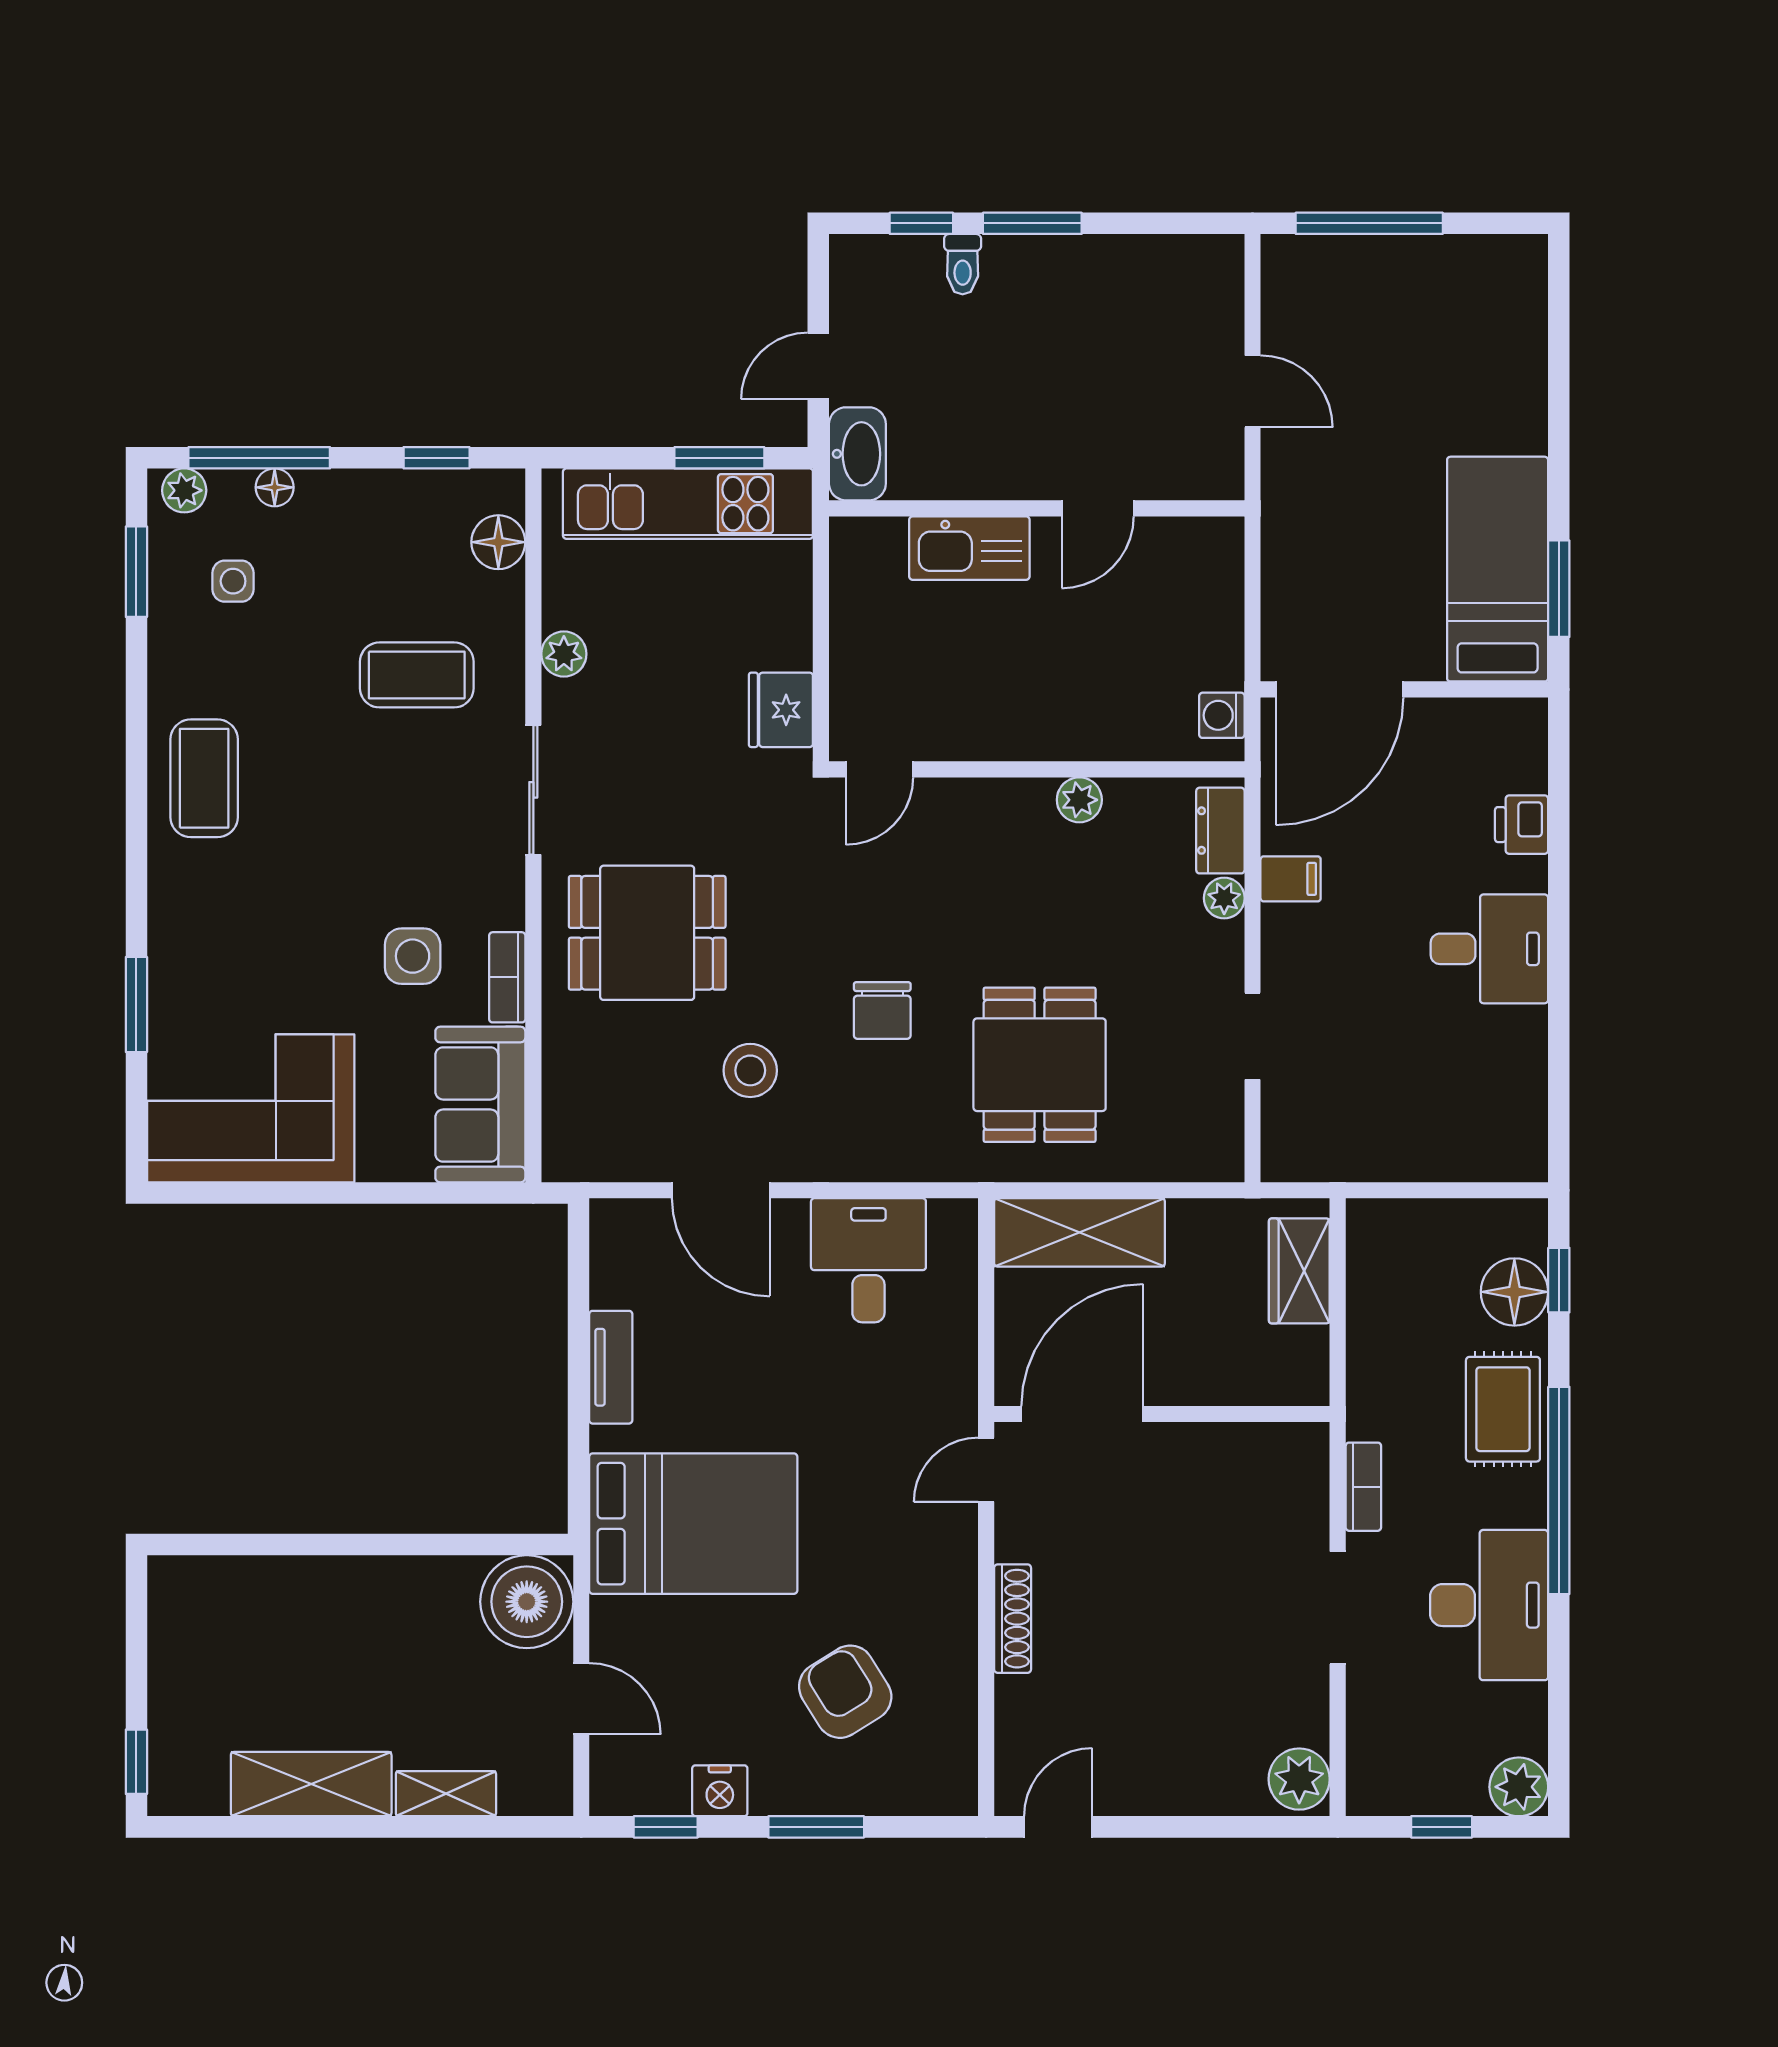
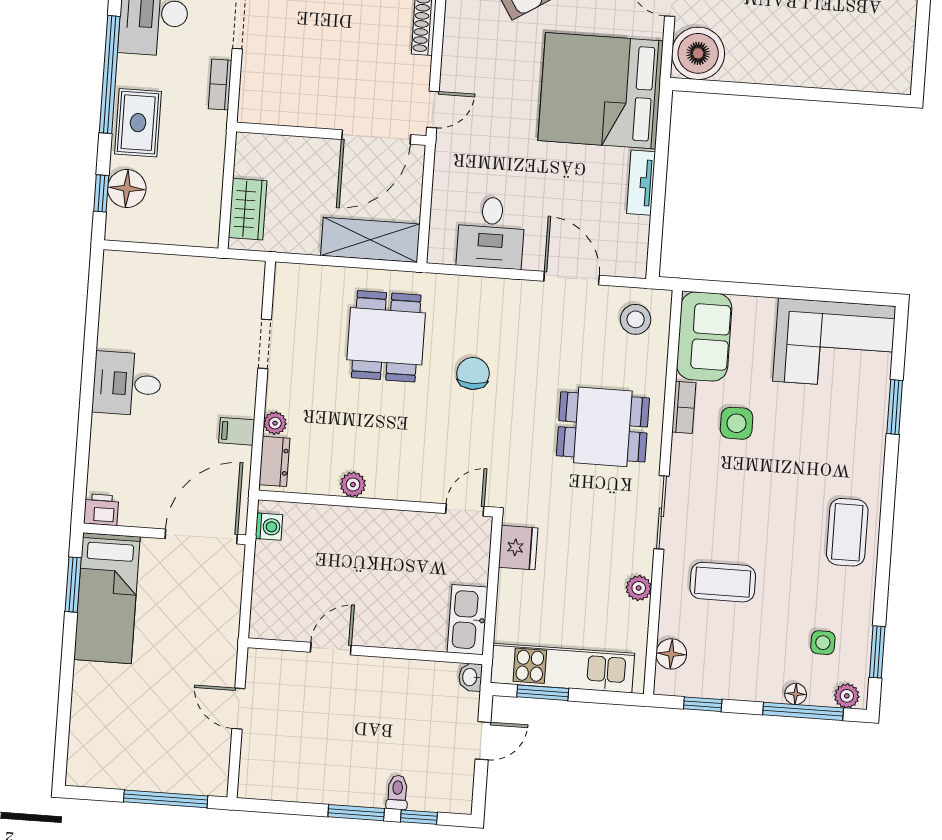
washbasin: (857, 454) -> (470, 677), width x0.52, depth x0.69
kitchen sink: (969, 548) -> (468, 620), moved, turned -90
printer: (1522, 825) -> (101, 510), moved, turned -90
stool: (750, 1070) -> (636, 319), moved
bed: (693, 1524) -> (601, 91), width x1.36

